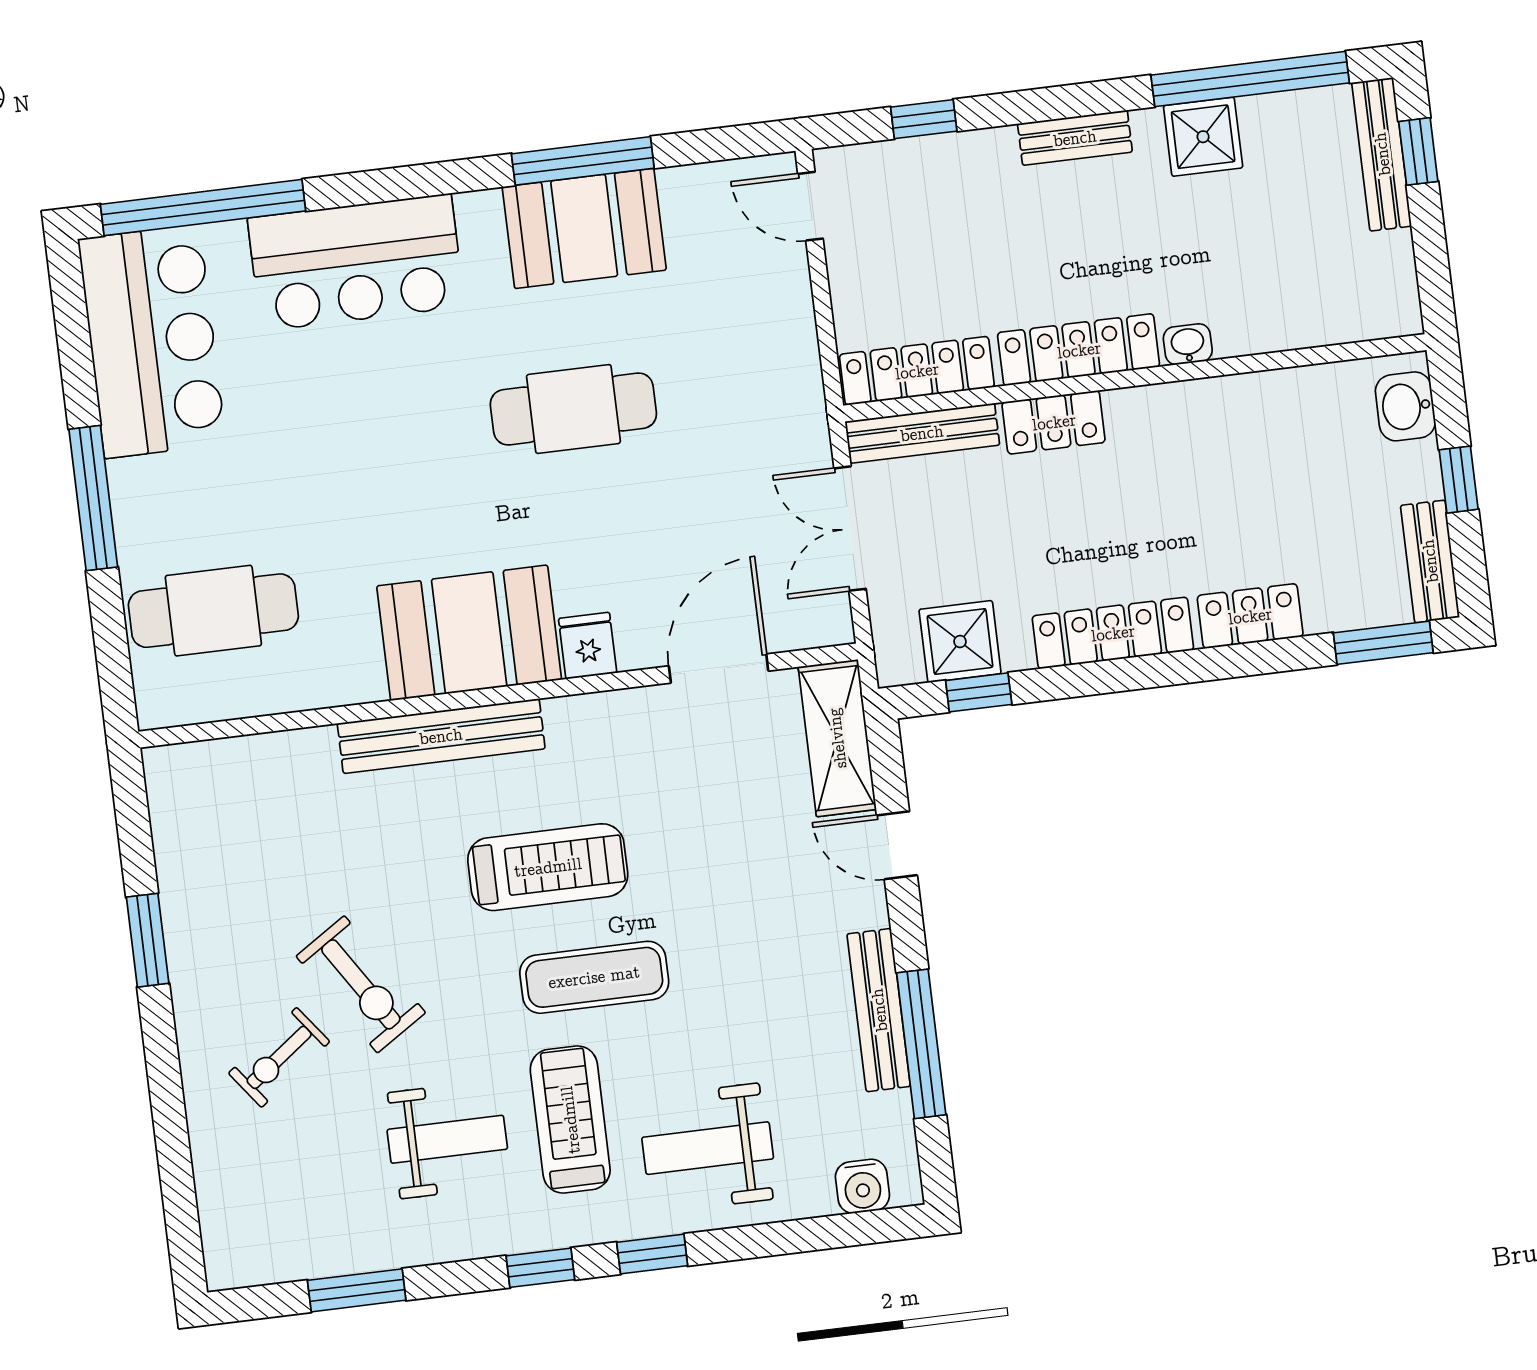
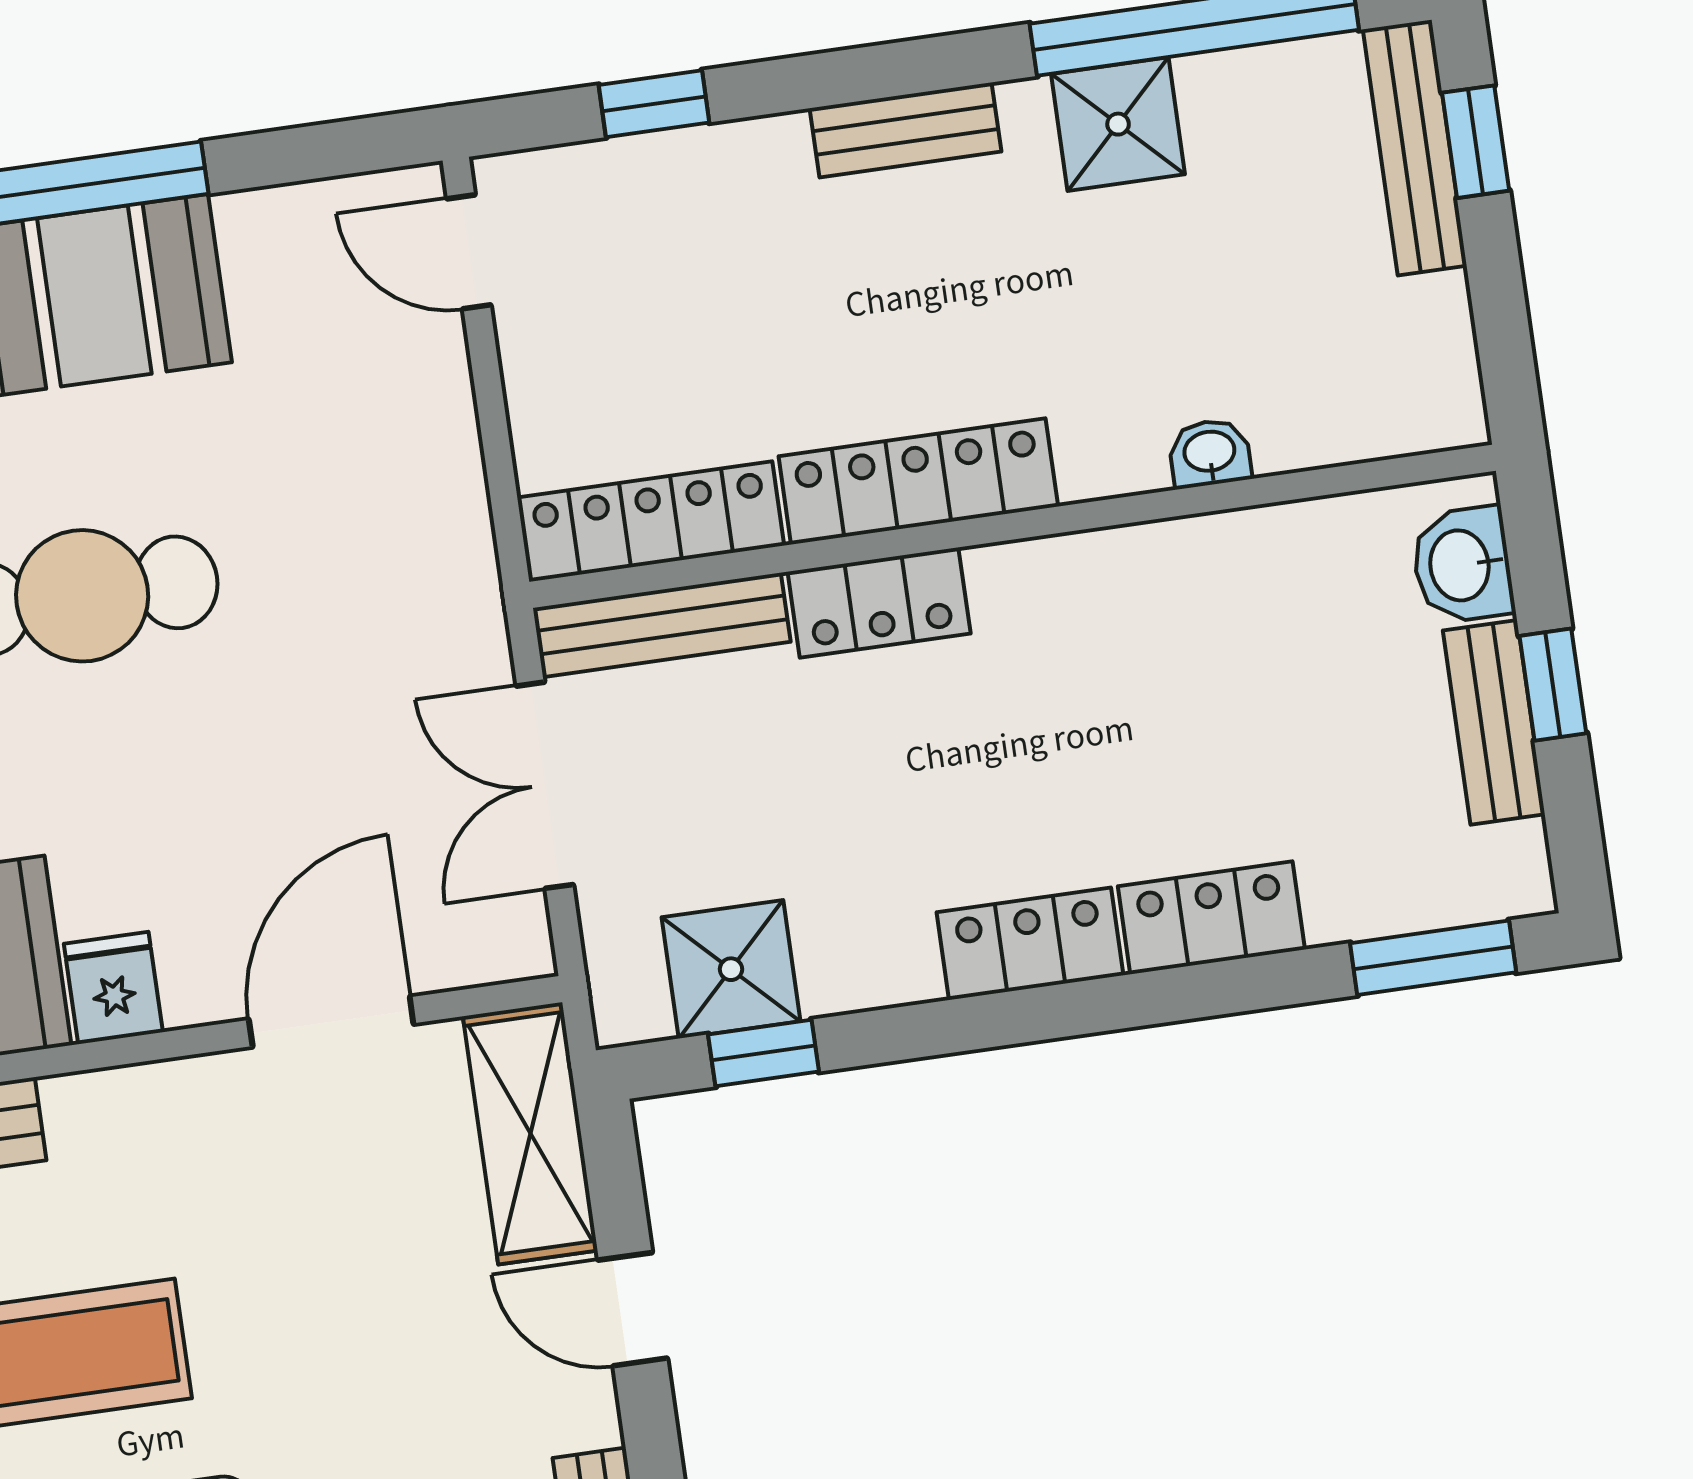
washbasin: (1188, 344) -> (1210, 453), moved
bench: (1430, 561) -> (1494, 722), moved
locker: (1113, 633) -> (1030, 944), width x0.66

